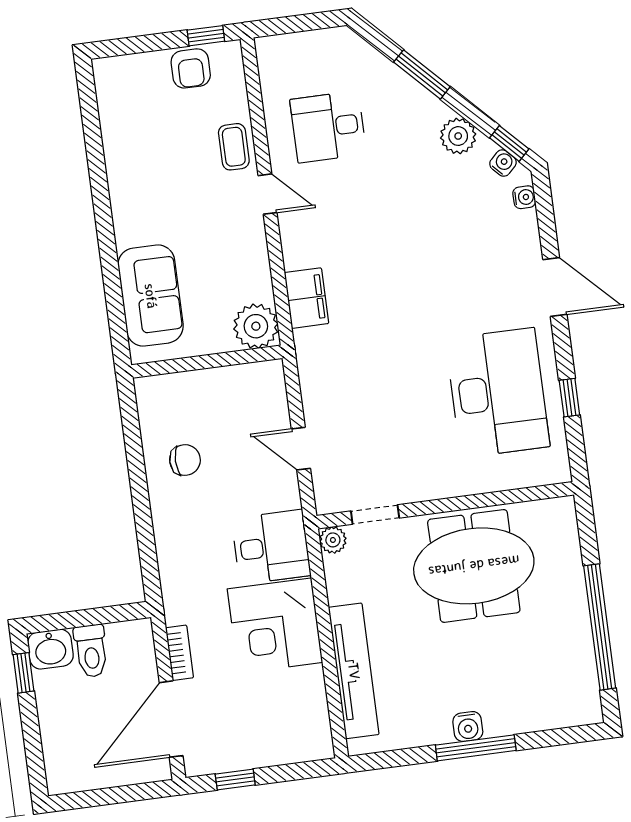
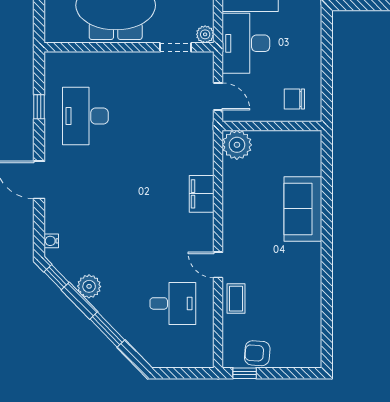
armchair: (191, 68) -> (257, 353), turned -86
water cooler: (503, 163) -> (62, 265), removed
plant: (256, 326) -> (237, 145), moved
wall: (207, 362) -> (272, 126), moved
desk: (498, 393) -> (85, 116), width x0.73, depth x0.77
desk: (271, 547) -> (246, 43), width x1.37

